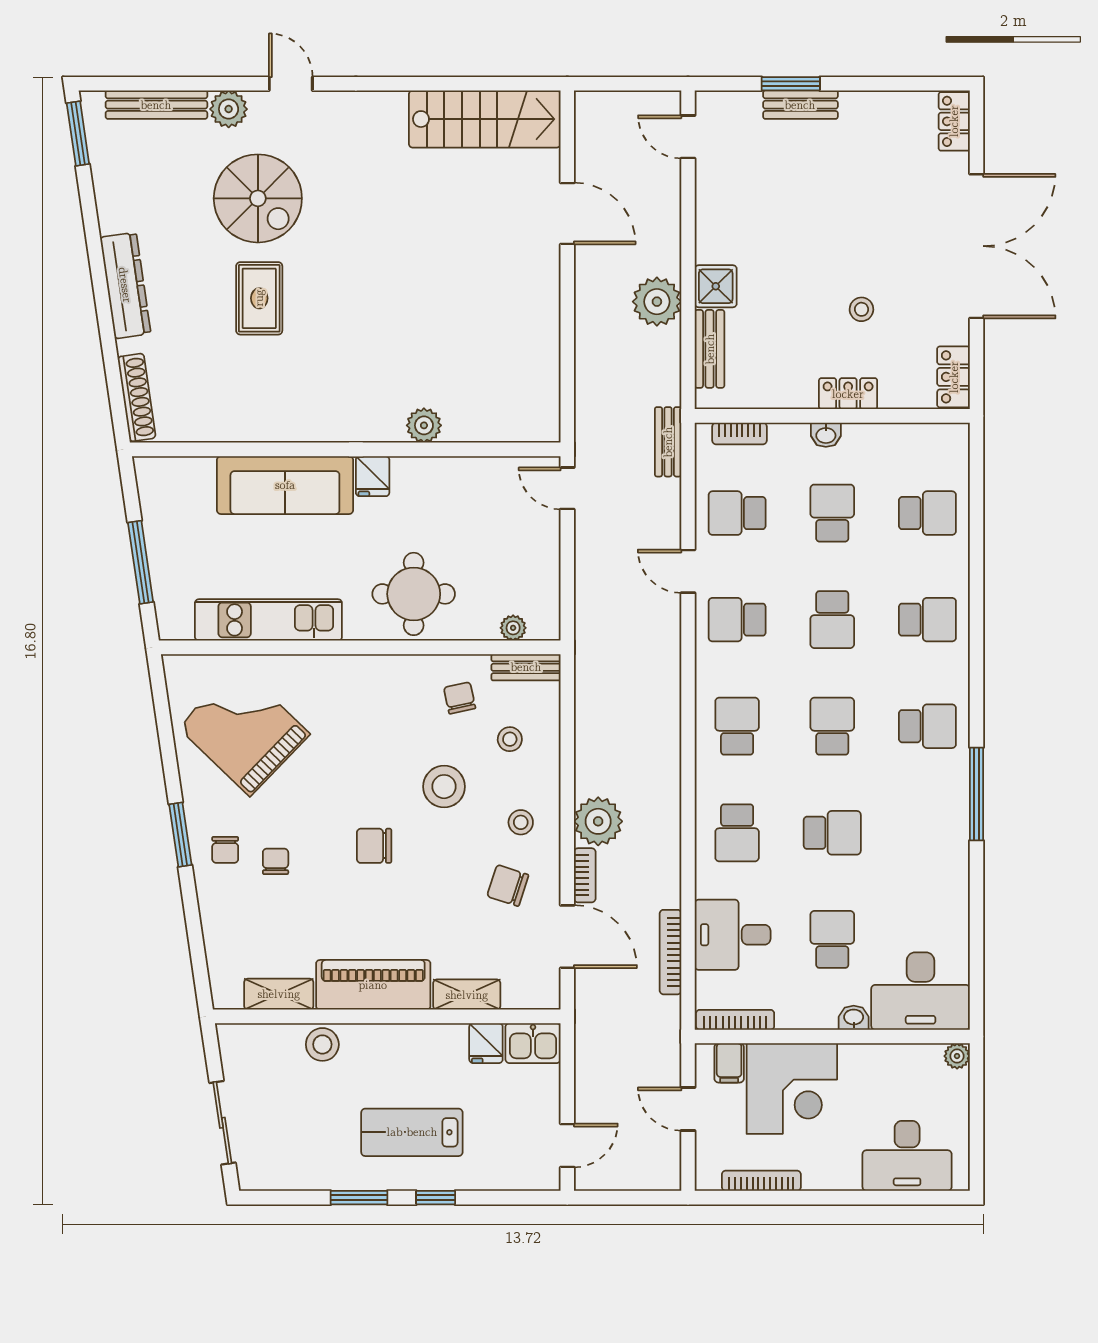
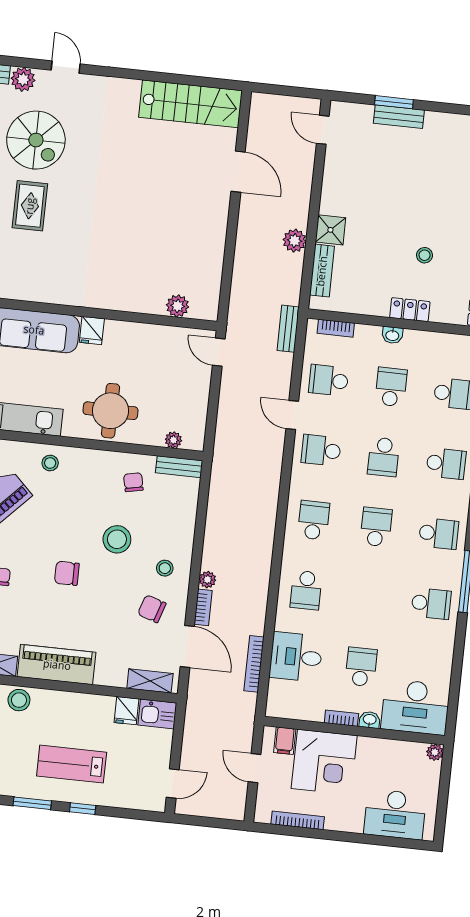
plant: (657, 302) -> (295, 241), width x0.73, depth x0.73
plant: (424, 425) -> (178, 306), moved
stool: (510, 739) -> (50, 463), moved
plant: (598, 821) -> (207, 580), width x0.53, depth x0.53
school desk: (832, 833) -> (431, 604), moved
shelving: (467, 995) -> (150, 681), moved
bookcase: (735, 1020) -> (341, 718), moved, width x0.64

